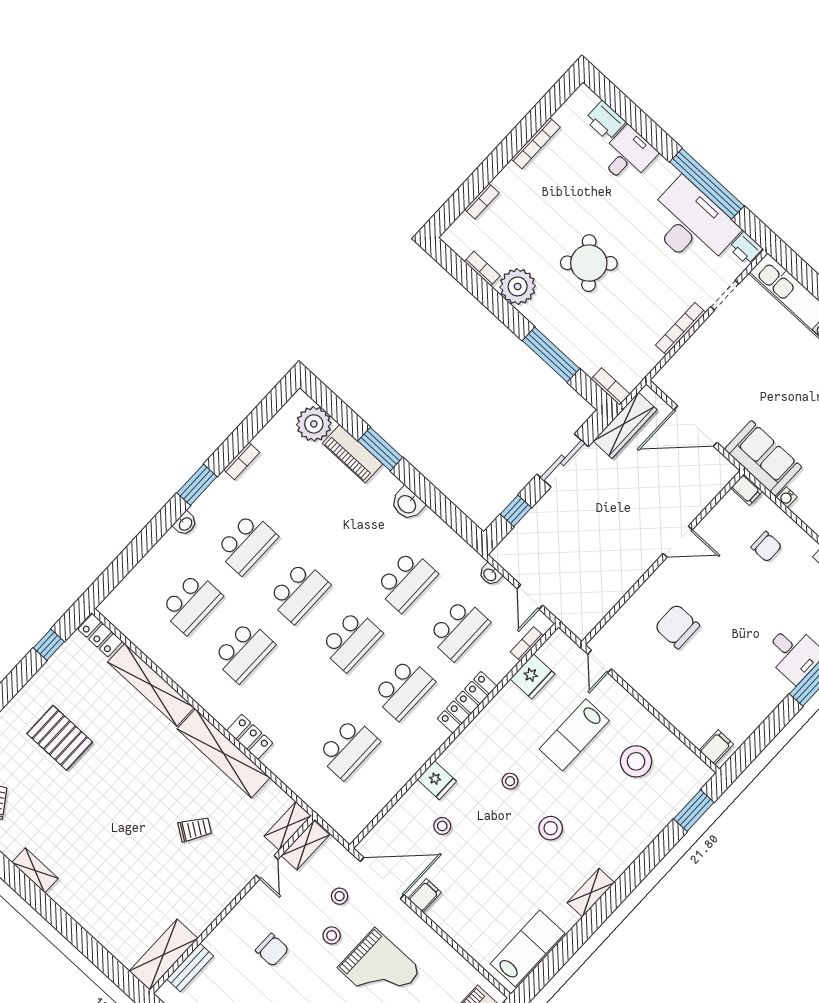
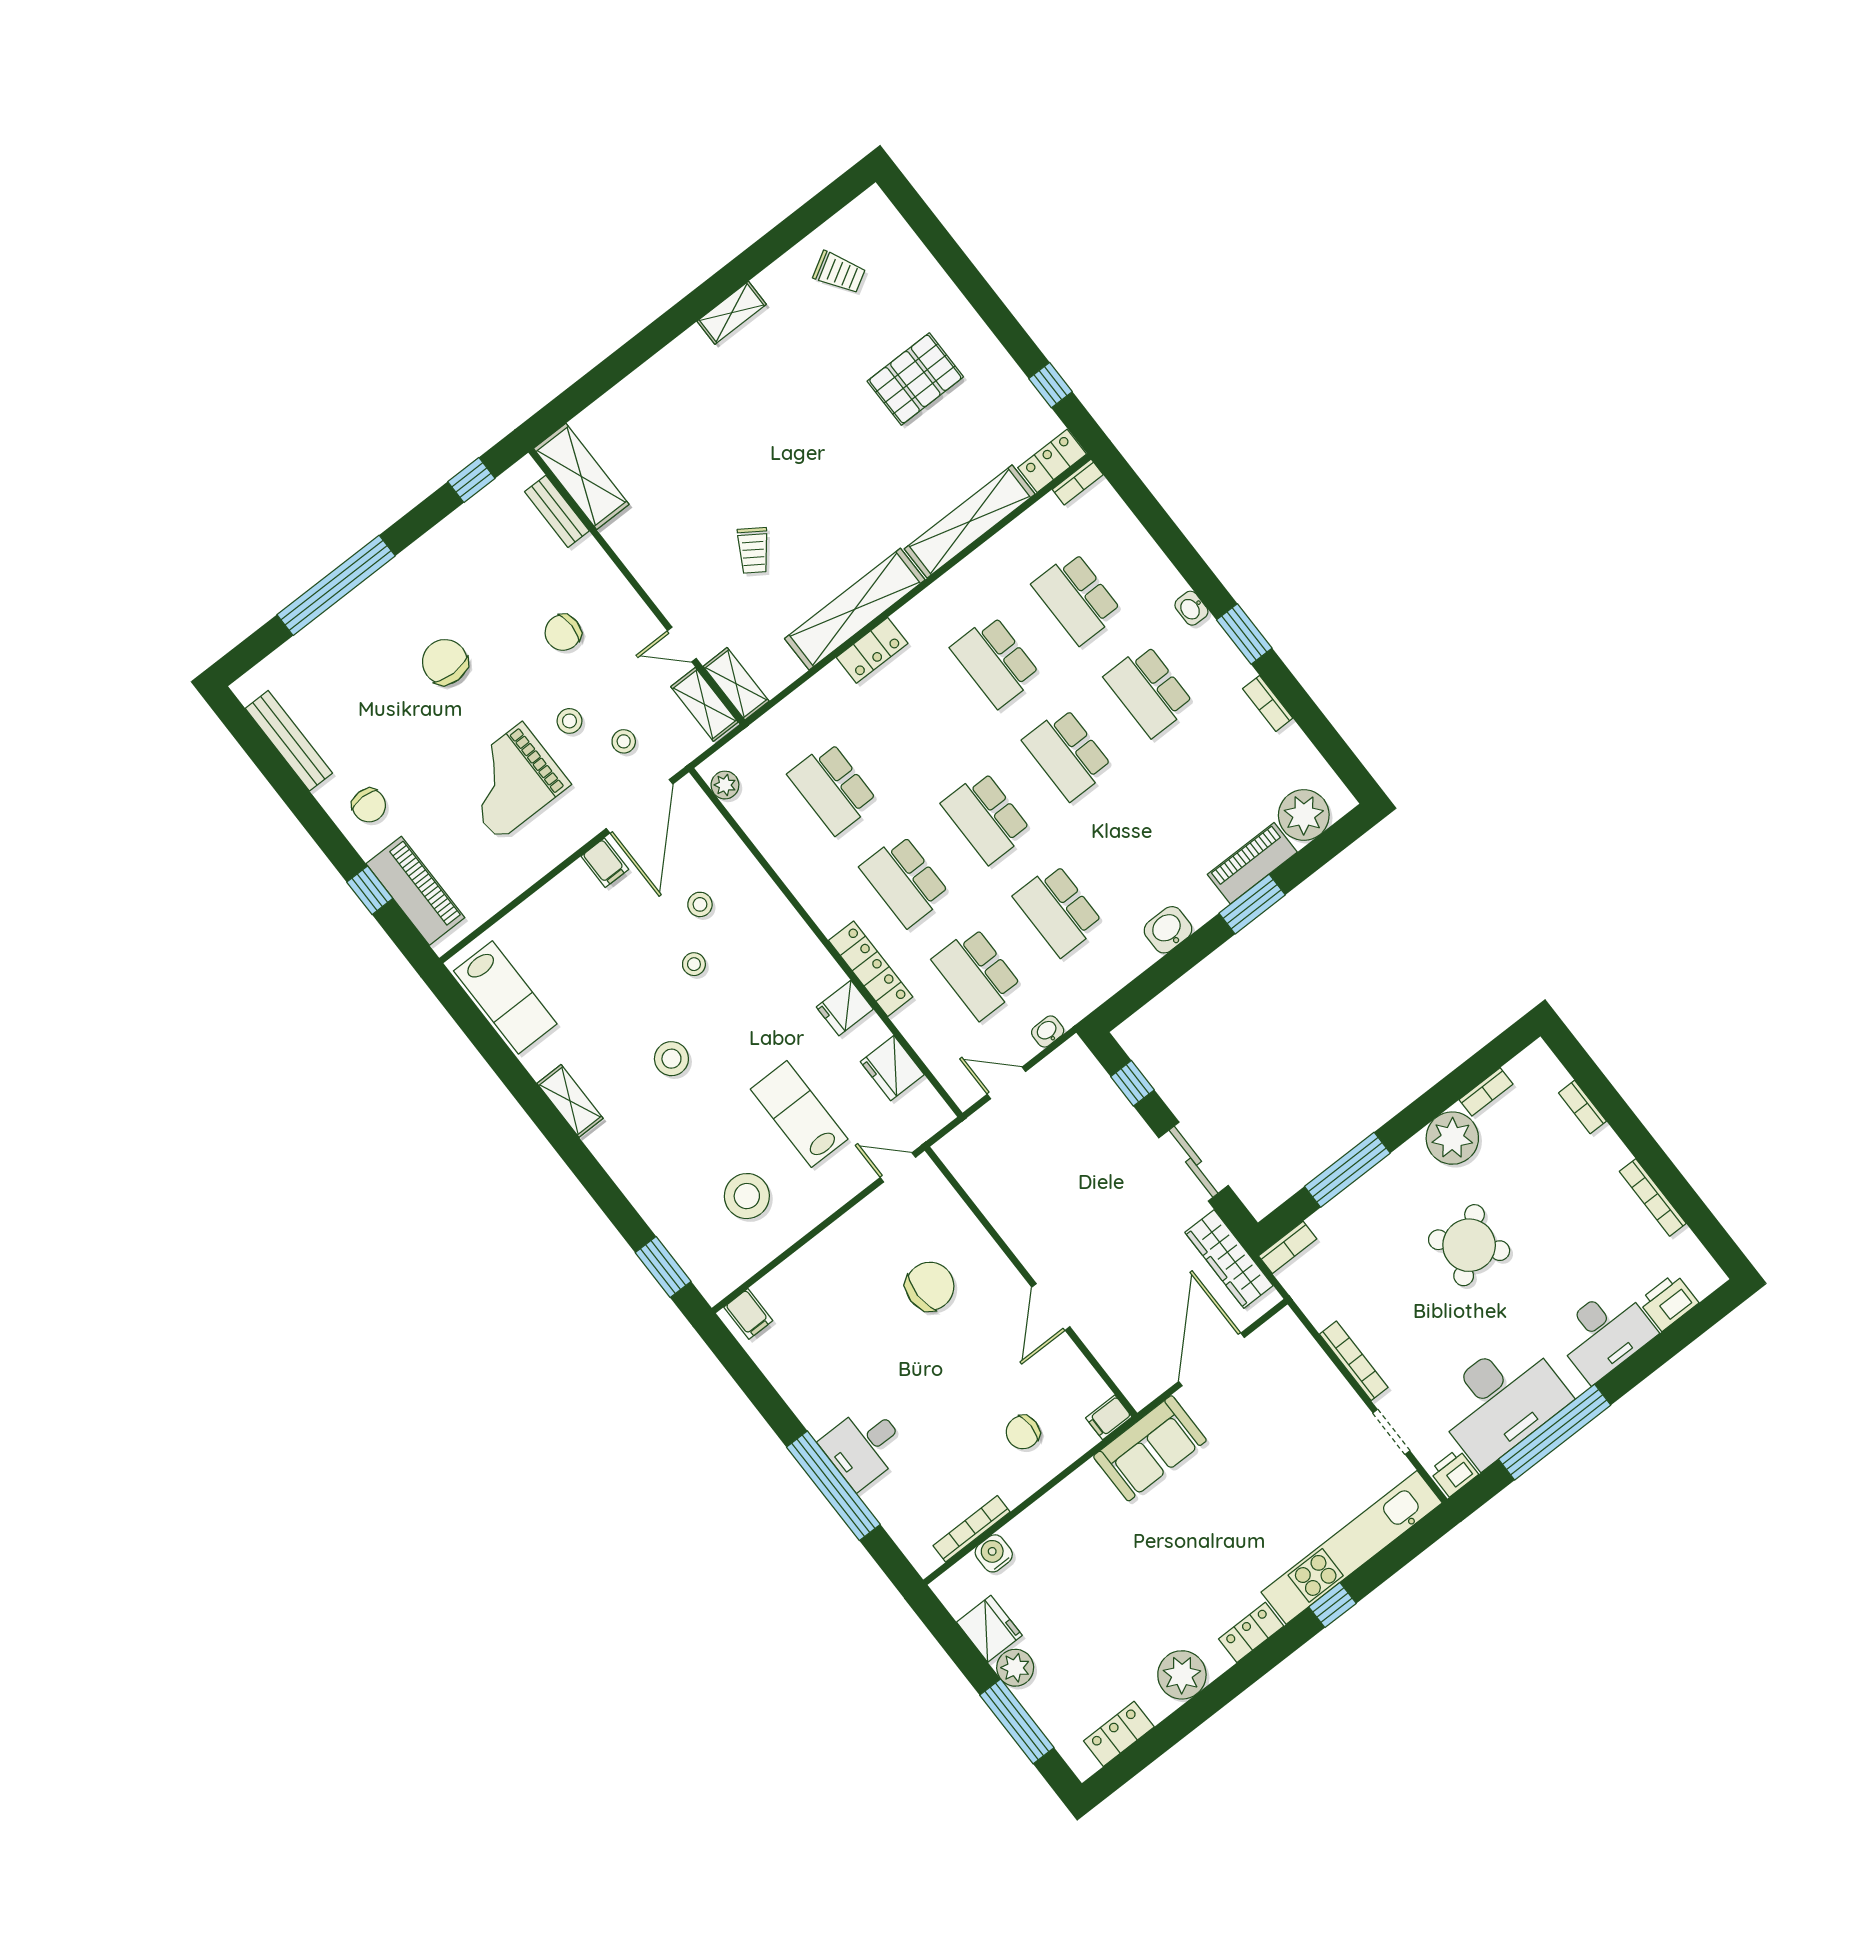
desk: (628, 155) -> (1605, 1333), width x1.37
water cooler: (787, 497) -> (1089, 1473), removed
bookcase: (527, 644) -> (1078, 482), moved, turned 90
fridge: (437, 780) -> (845, 1008), moved
stool: (510, 781) -> (694, 964), moved
plant: (358, 822) -> (725, 785), added

